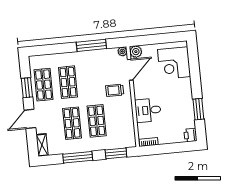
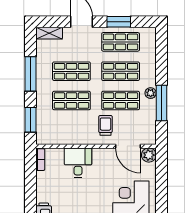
plant: (122, 51) -> (151, 93), moved
shop shelf: (93, 80) -> (121, 101), added

